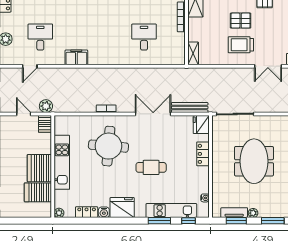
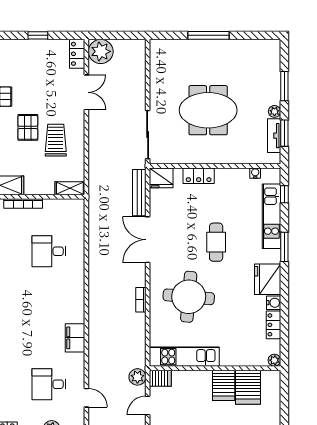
trolley: (241, 45) -> (56, 140), moved, turned 180
kitchen unit: (62, 162) -> (184, 357), moved
server rack: (39, 168) -> (224, 385), width x0.62
window: (159, 221) -> (284, 247), moved

